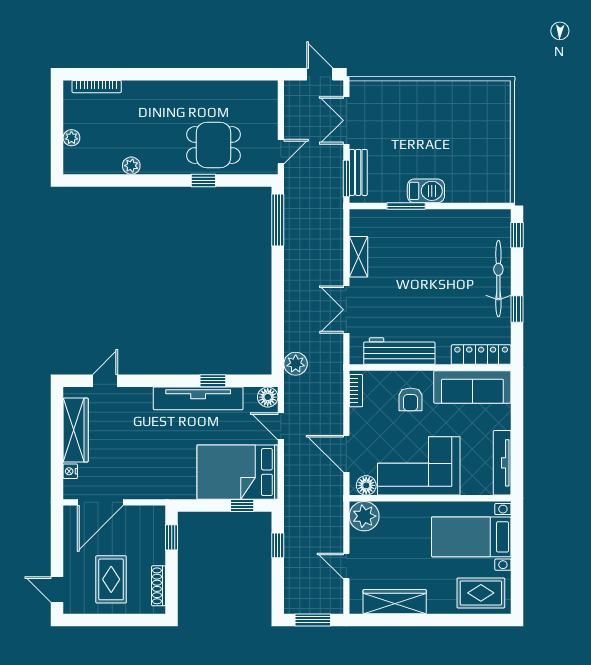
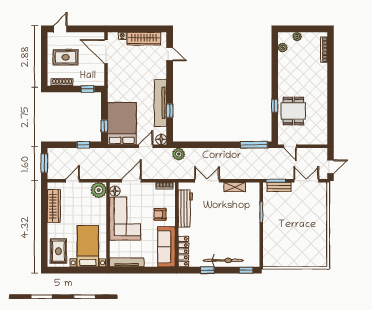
plant: (131, 166) -> (283, 48), moved
barbecue: (426, 191) -> (269, 222), removed

